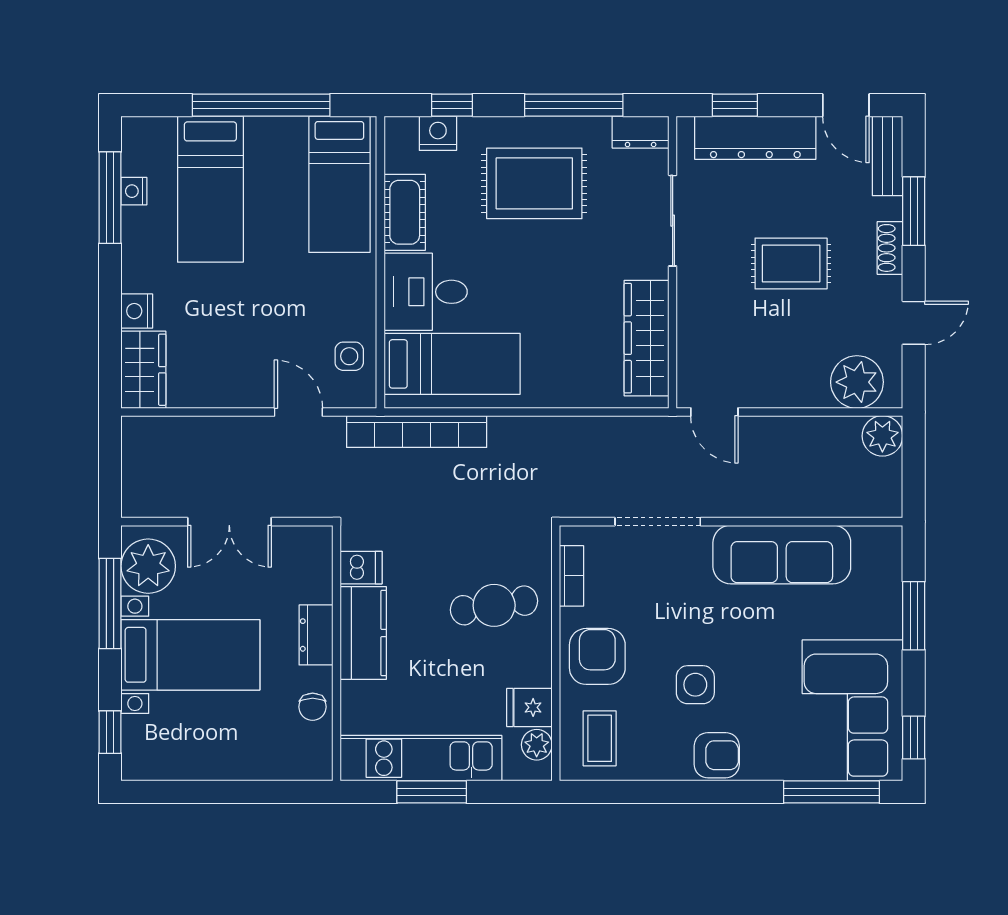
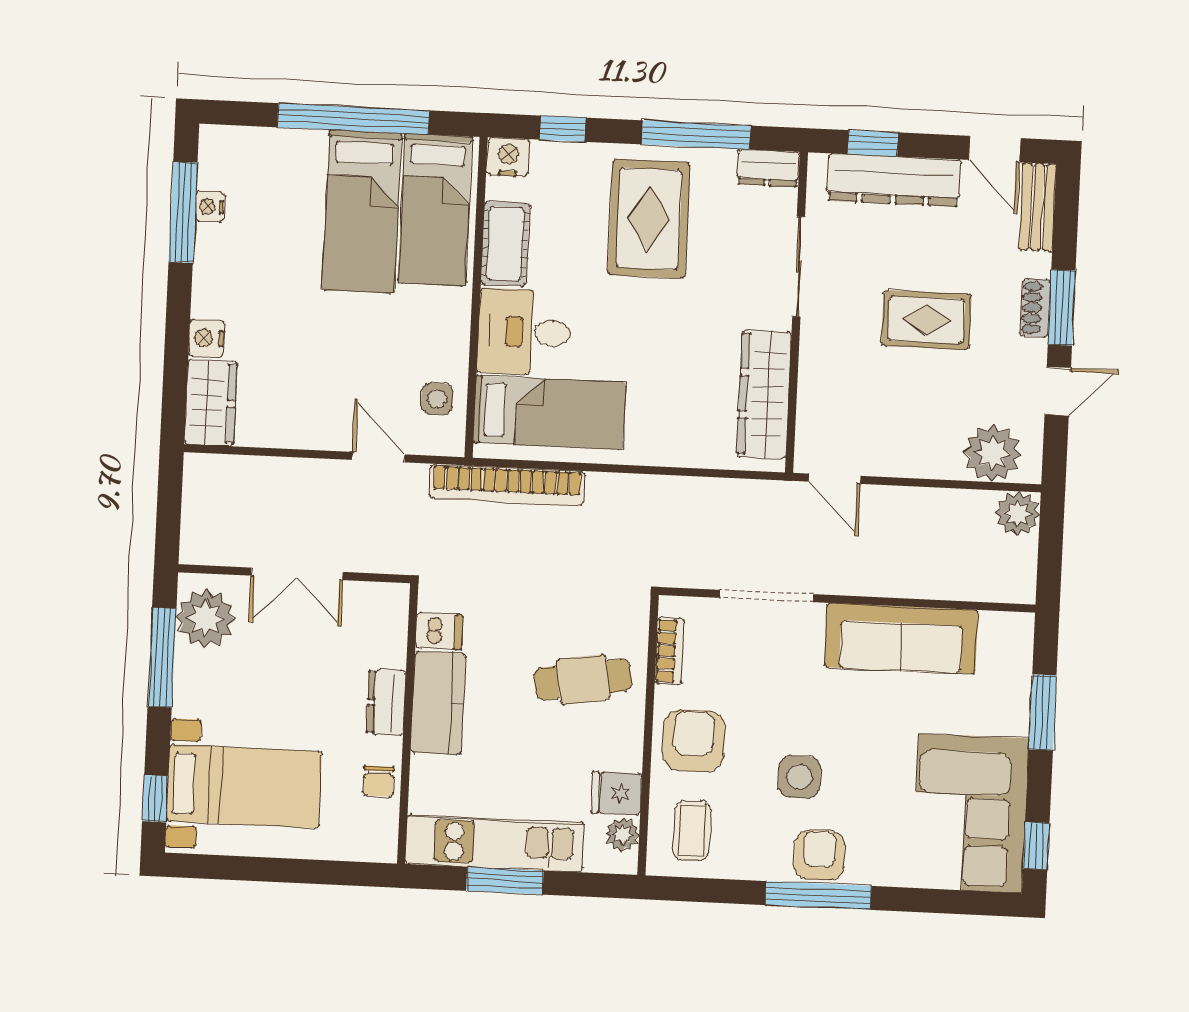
nightstand: (438, 133) -> (508, 157), moved
rug: (534, 183) -> (649, 219), turned 90
bed: (210, 189) -> (362, 212), moved
window: (914, 211) -> (1062, 308), moved
bed with nightstands: (190, 655) -> (244, 786), moved
armchair: (717, 755) -> (819, 855), turned -90
window: (832, 792) -> (818, 895), moved

